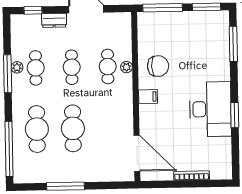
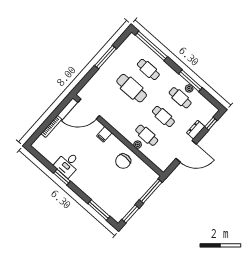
filing cabinet: (148, 97) -> (104, 134), moved
desk: (210, 109) -> (68, 164), width x0.53, depth x0.77
cafe table: (37, 129) -> (148, 69), width x0.73, depth x0.74

